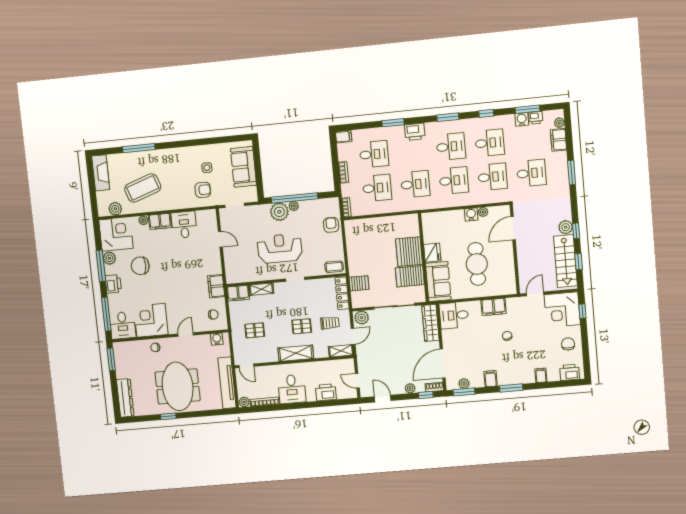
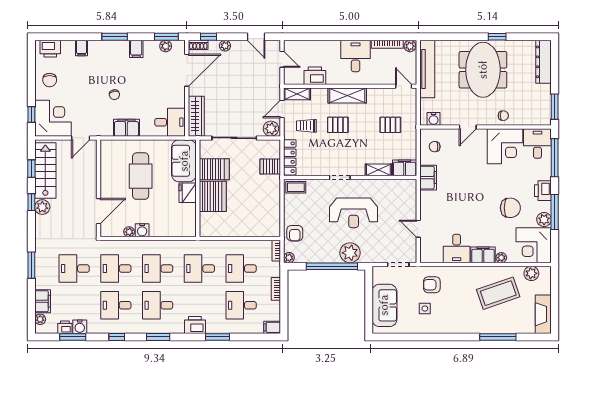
plant: (294, 206) -> (289, 258), moved
printer: (326, 392) -> (315, 76), moved, turned 180

